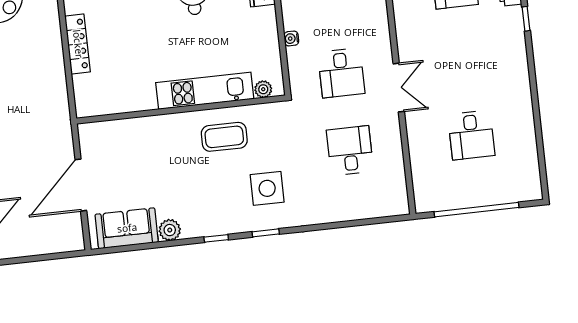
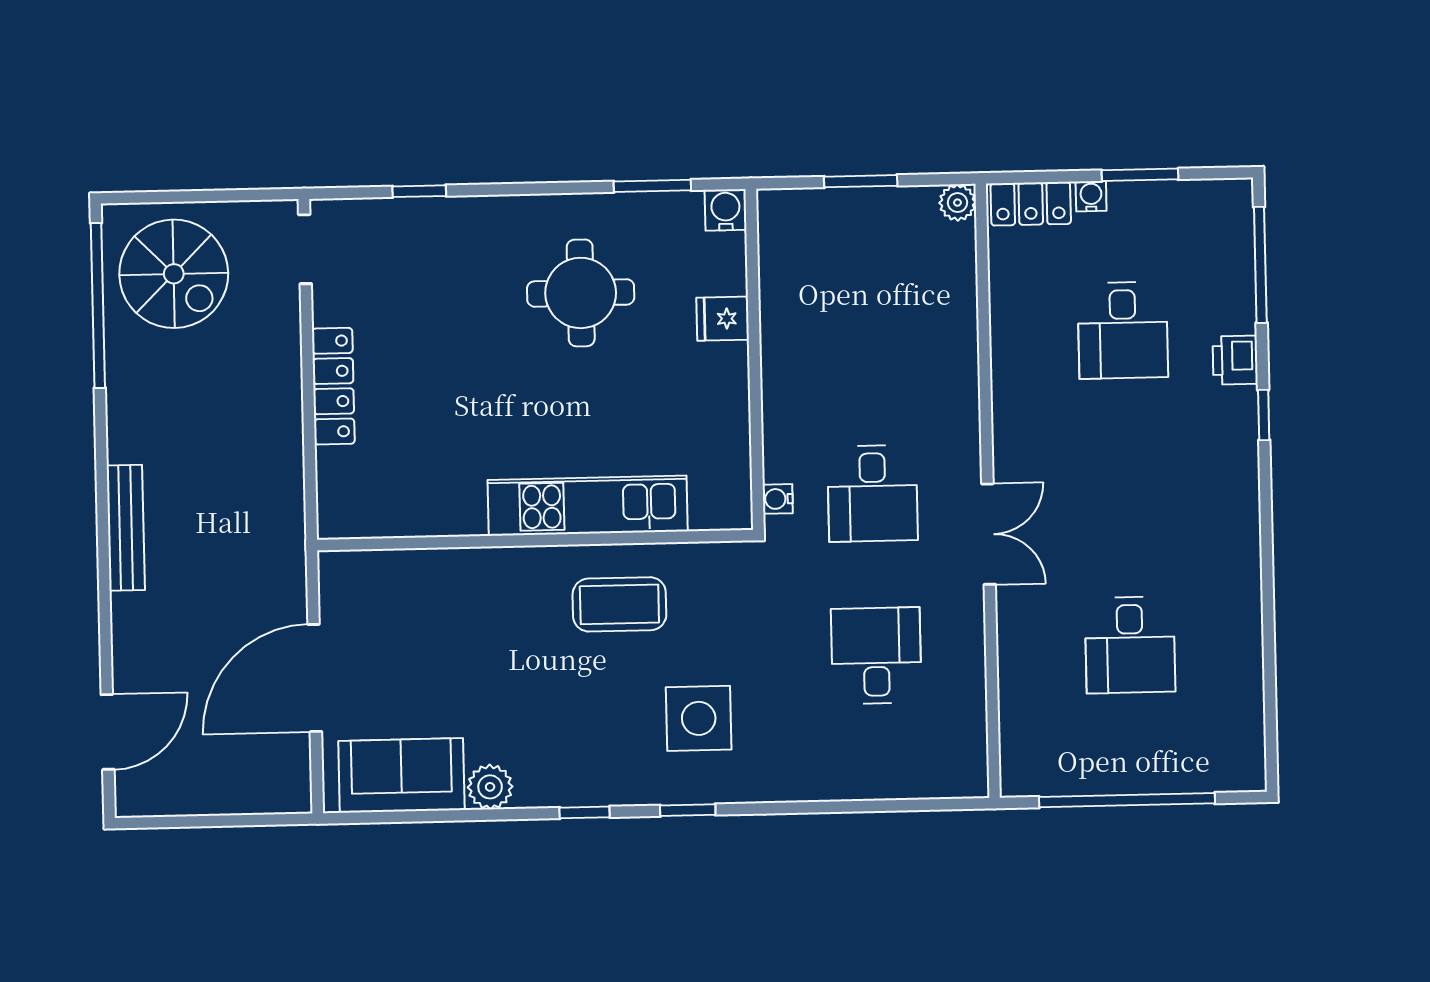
water cooler: (291, 38) -> (778, 499), moved
plant: (263, 89) -> (709, 513), removed

